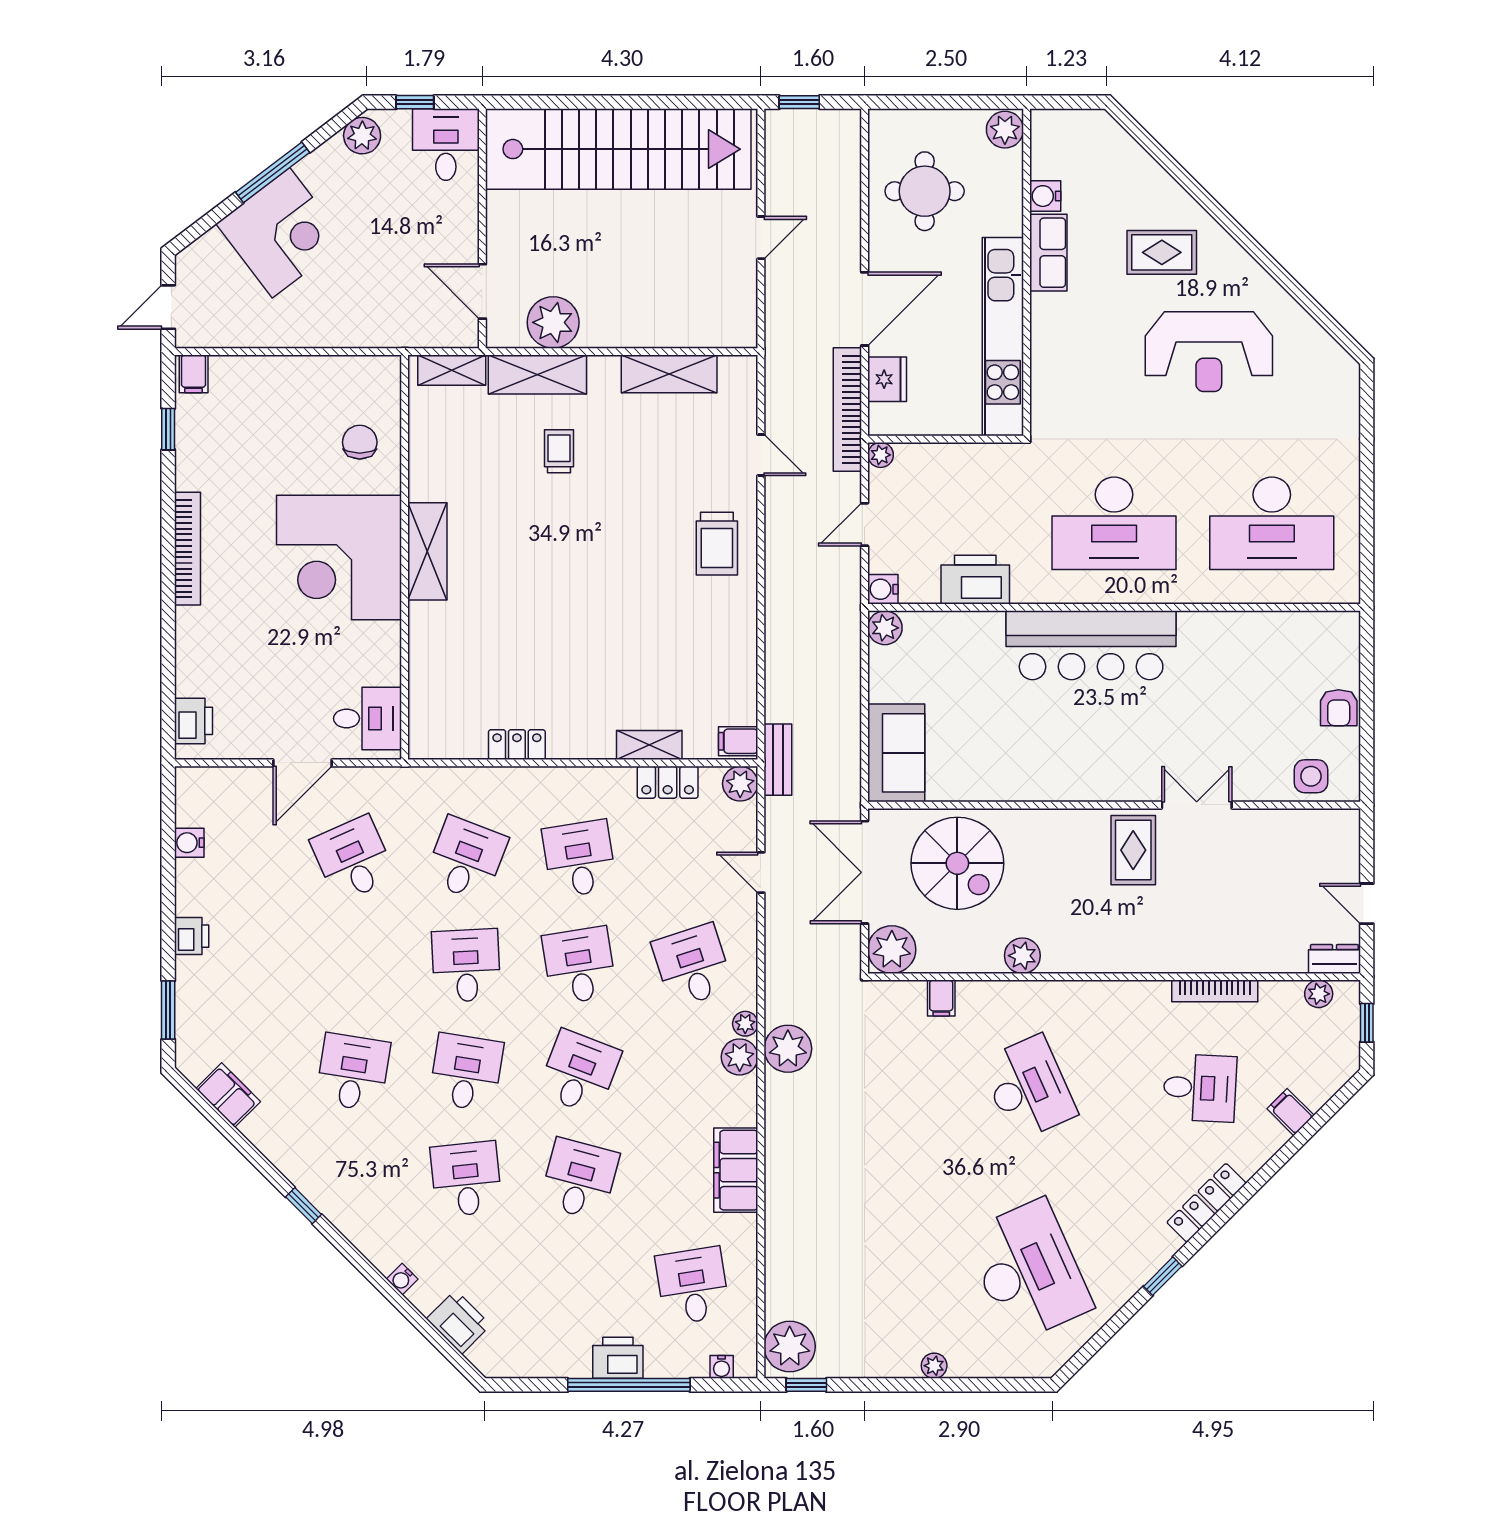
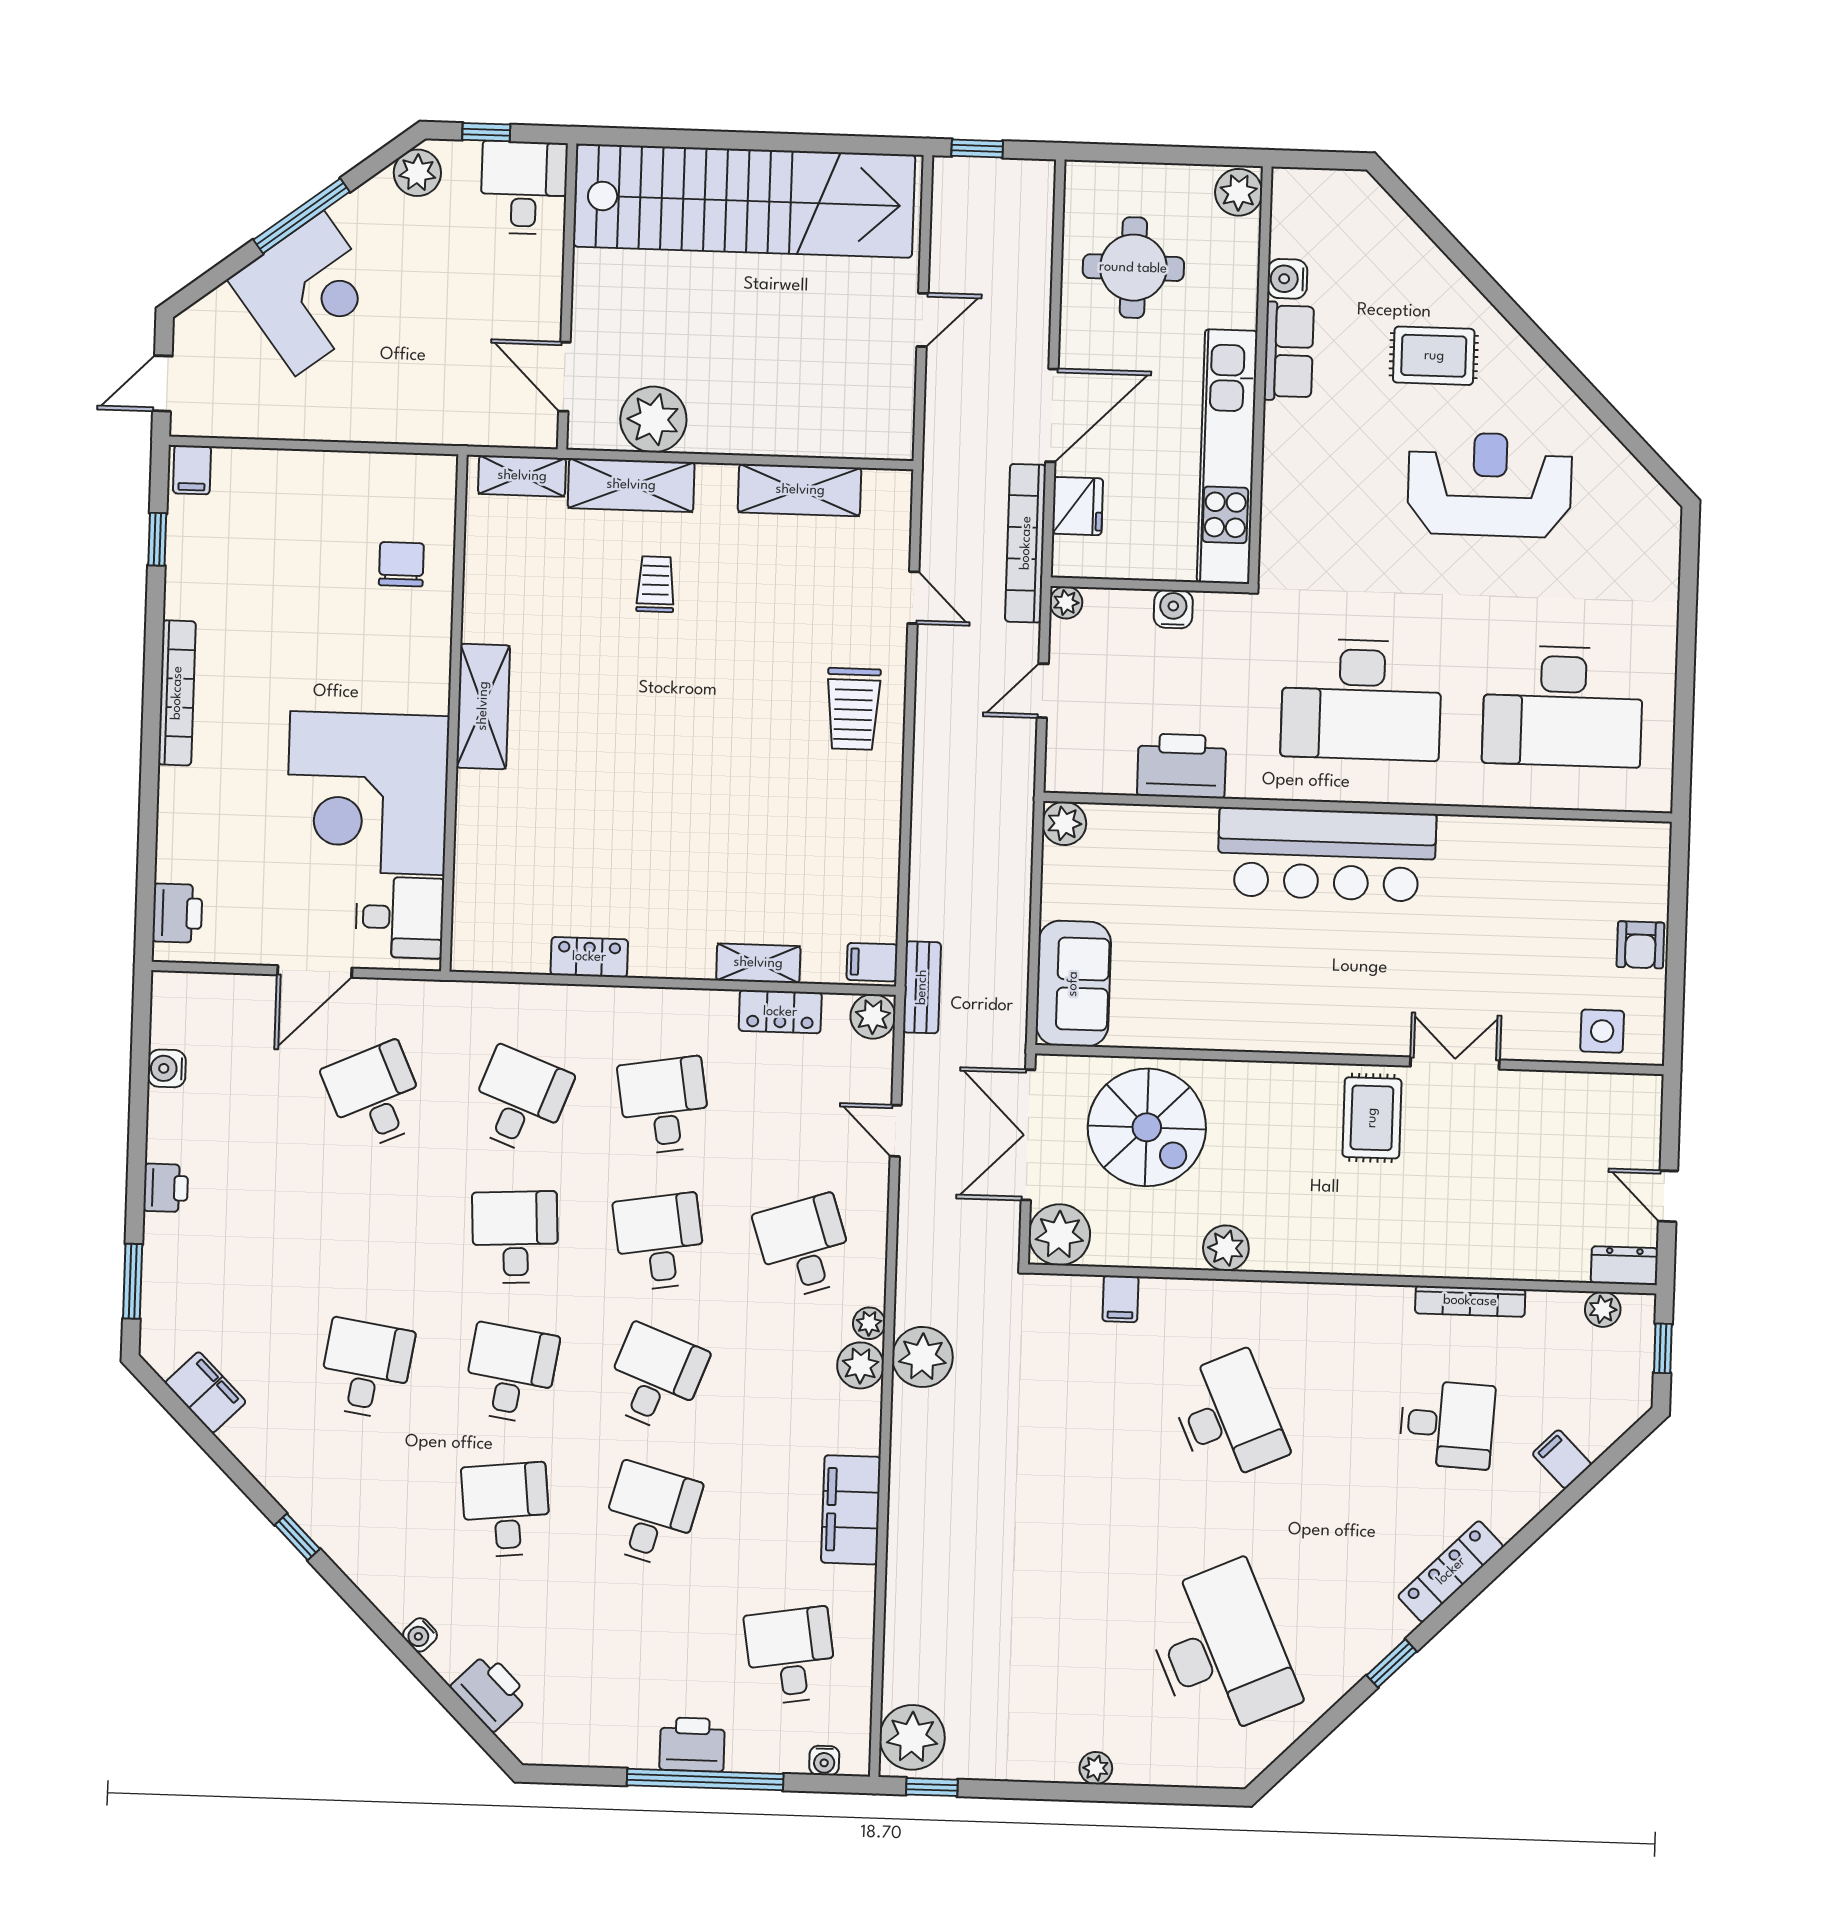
reception desk: (1209, 352) -> (1490, 485), turned 180
corner desk: (339, 557) -> (367, 793), moved
water cooler: (883, 589) -> (1173, 609), moved, turned 90

